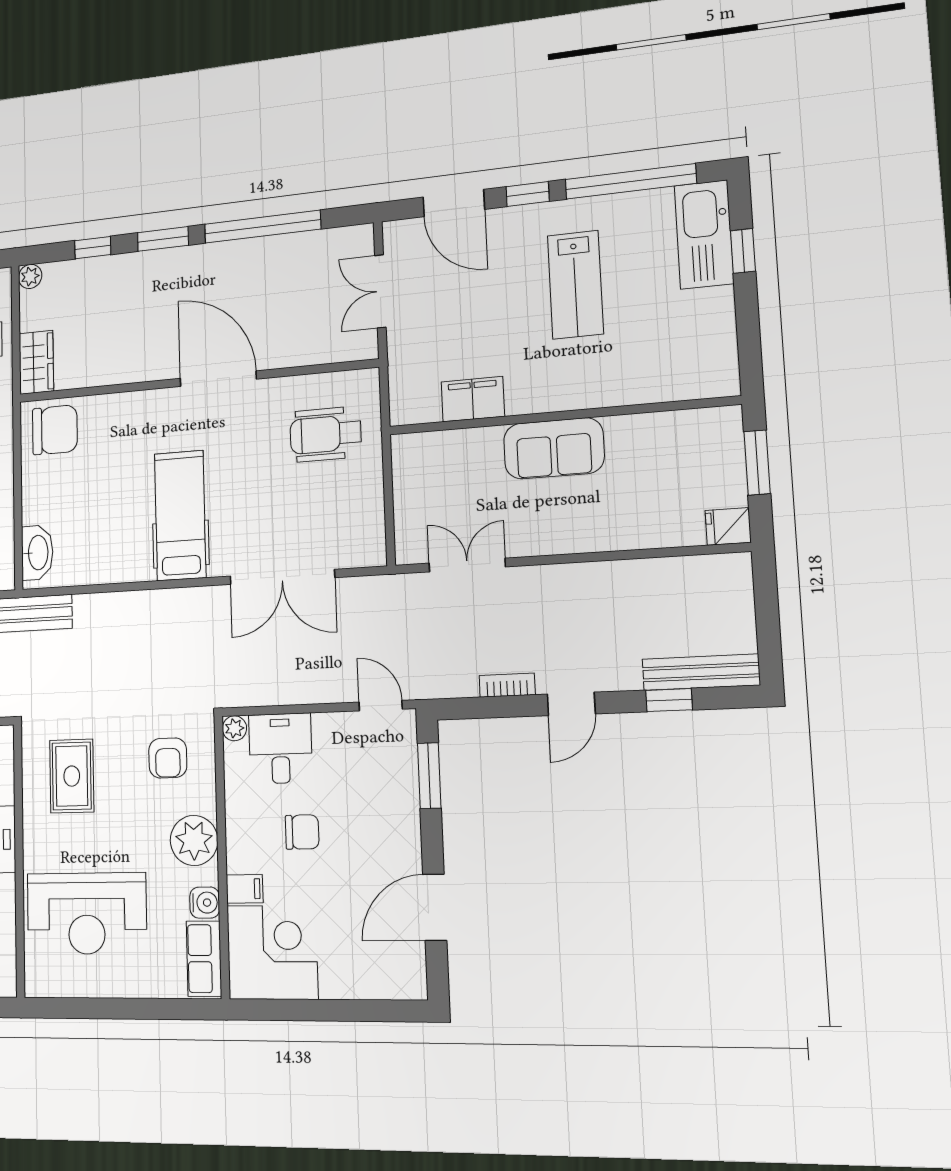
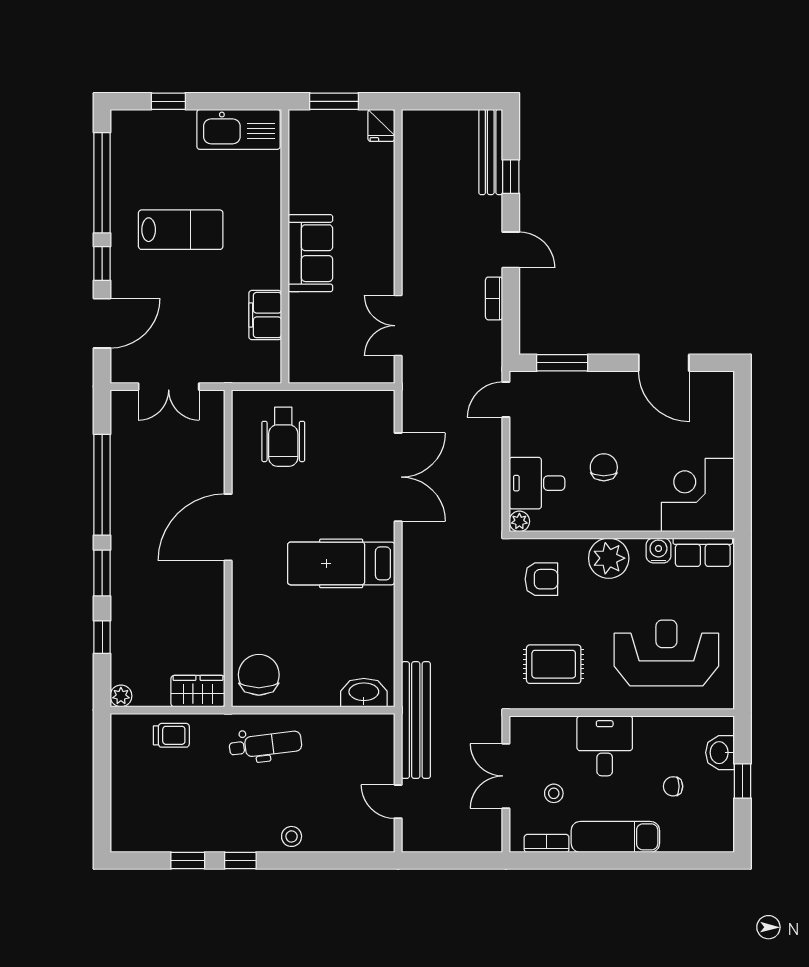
kitchen sink: (704, 234) -> (239, 129), moved
filing cabinet: (245, 889) -> (648, 516), removed
reception desk: (87, 913) -> (666, 653), turned -90

